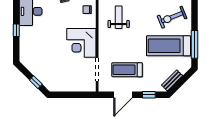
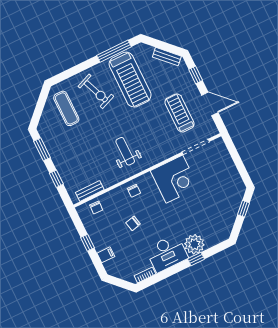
weight bench: (119, 17) -> (125, 151), turned 90
plant: (27, 34) -> (194, 244), added
treadmill: (127, 70) -> (180, 113), turned 180

